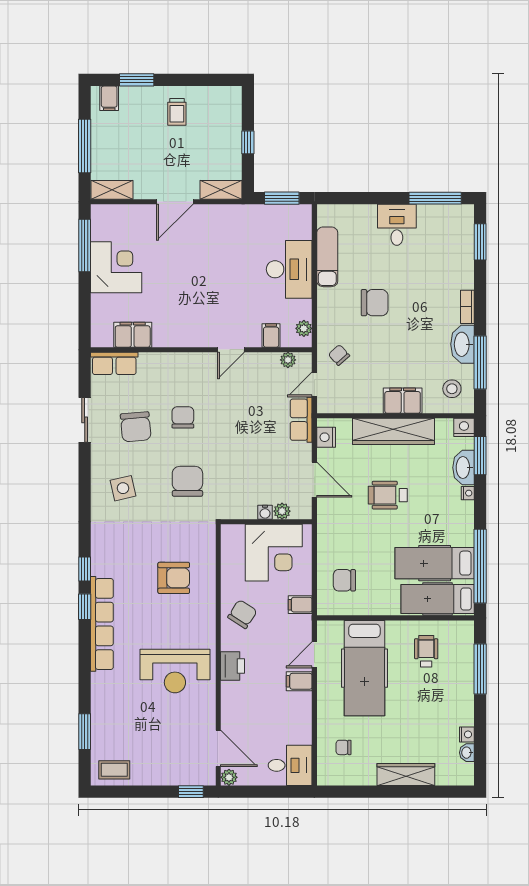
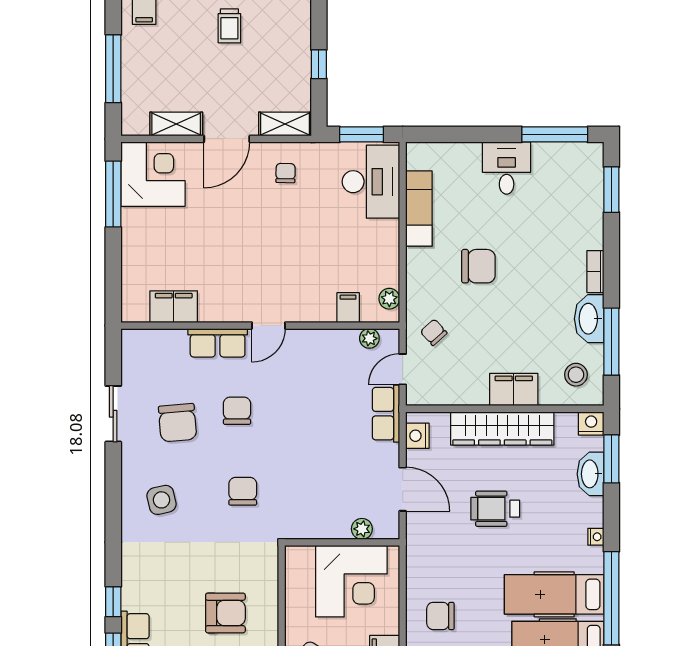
shelving: (112, 190) -> (176, 124), moved
chair: (221, 229) -> (286, 173), added
corner desk: (116, 267) -> (153, 174), moved
desk: (289, 269) -> (371, 182), moved
door: (231, 350) -> (268, 326), moved
row of seats: (114, 363) -> (218, 343), moved
chair: (187, 481) -> (243, 491), width x0.73, depth x0.73
nightstand: (468, 493) -> (596, 537), moved
water cooler: (265, 512) -> (340, 530), removed

